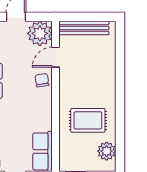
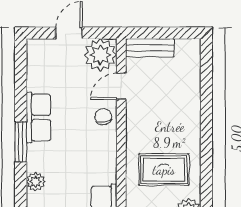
bench: (84, 28) -> (150, 48), width x0.73

